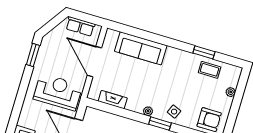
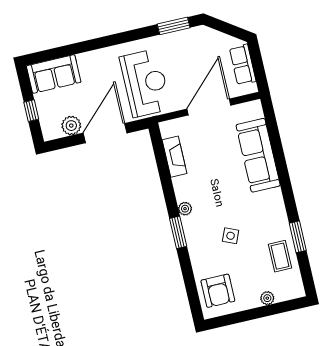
side table: (174, 112) -> (231, 236), moved

